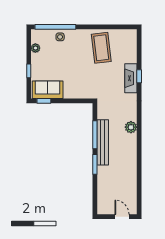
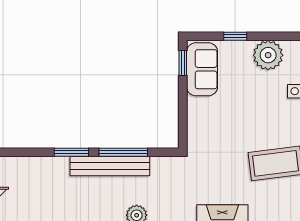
plant: (35, 48) -> (268, 55), width x1.87, depth x1.87

